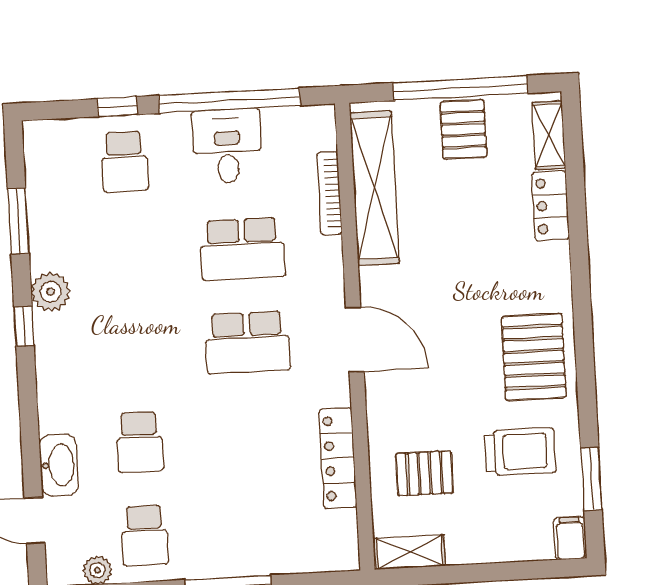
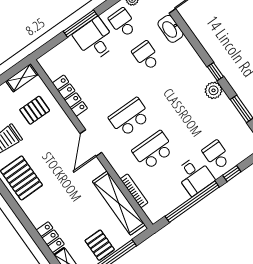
desk: (227, 146) -> (195, 176), moved
door: (355, 340) -> (91, 143), hinge flipped
desk: (220, 537) -> (95, 39), added

